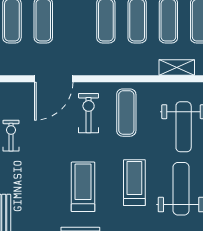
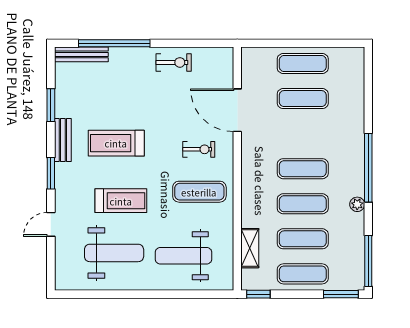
exercise bike: (89, 113) -> (199, 149), width x0.73, depth x0.72
treadmill: (83, 187) -> (116, 143), turned 180

